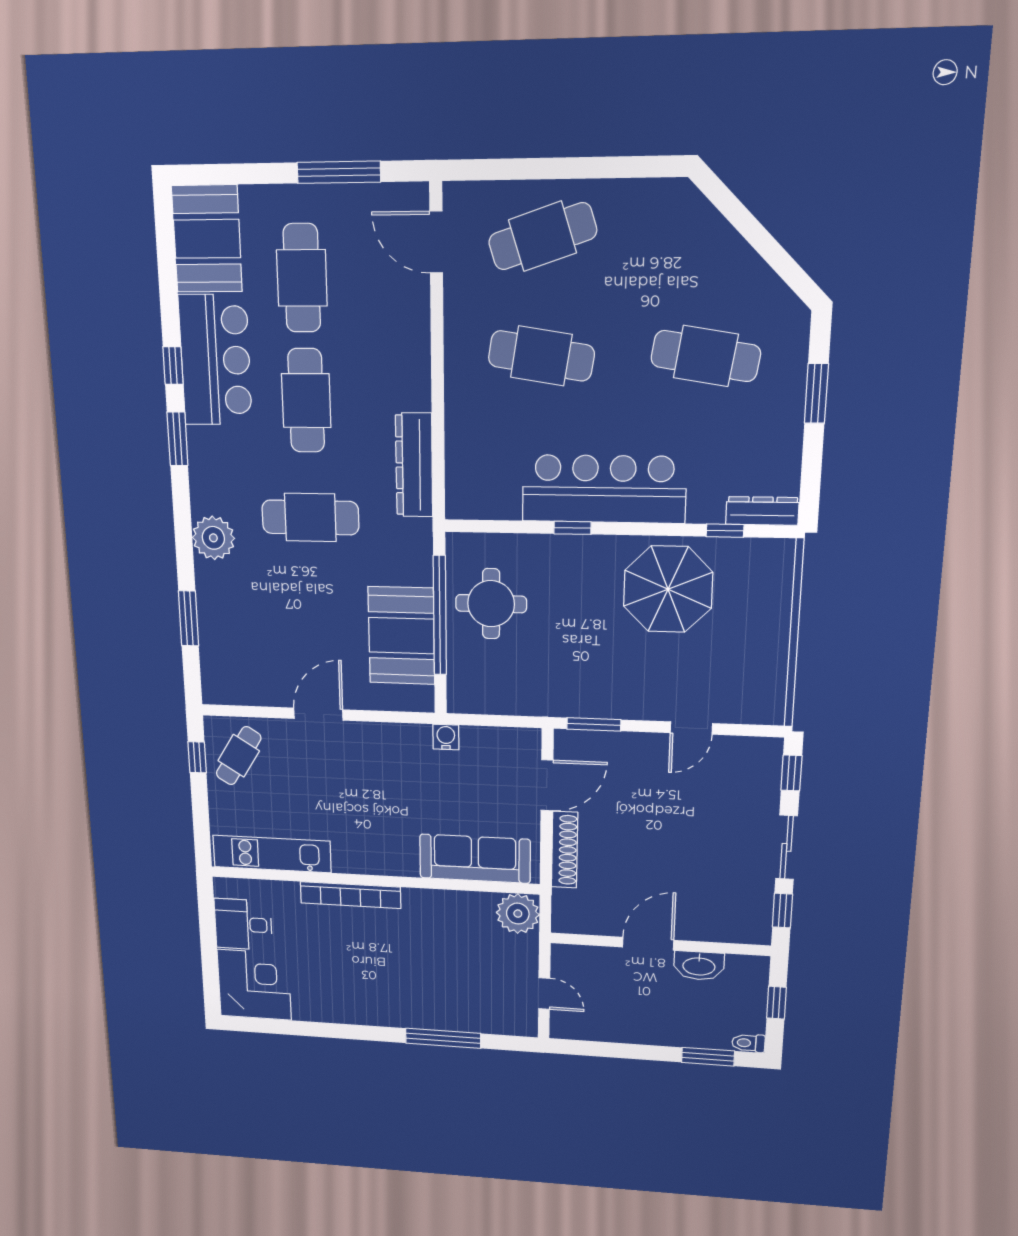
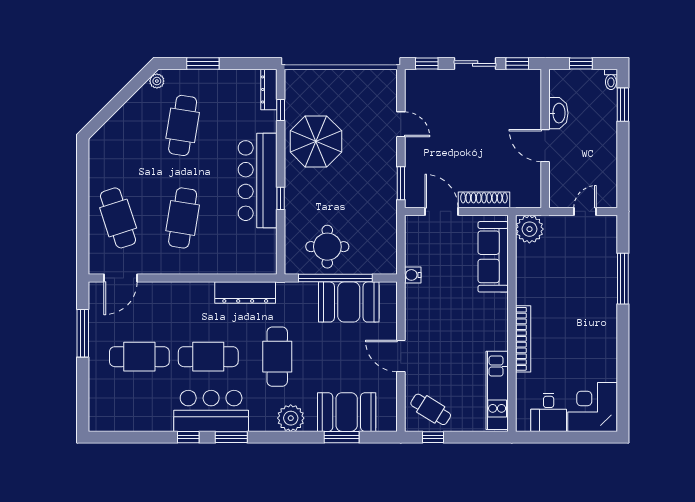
booth: (207, 239) -> (347, 412), moved
plant: (789, 308) -> (157, 81), added
bar counter: (215, 360) -> (211, 411), moved

